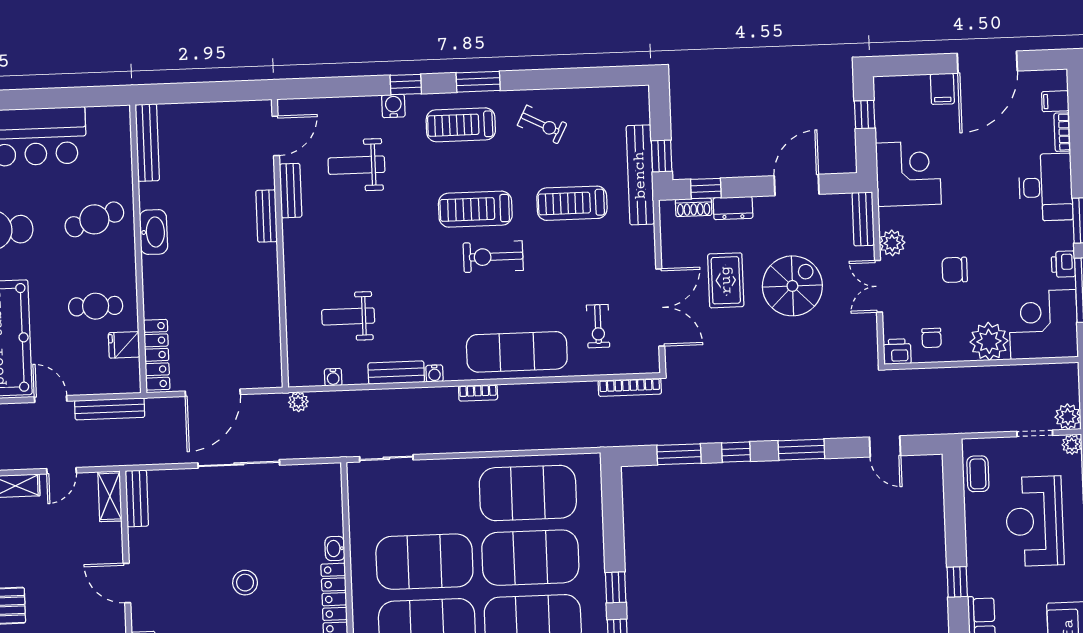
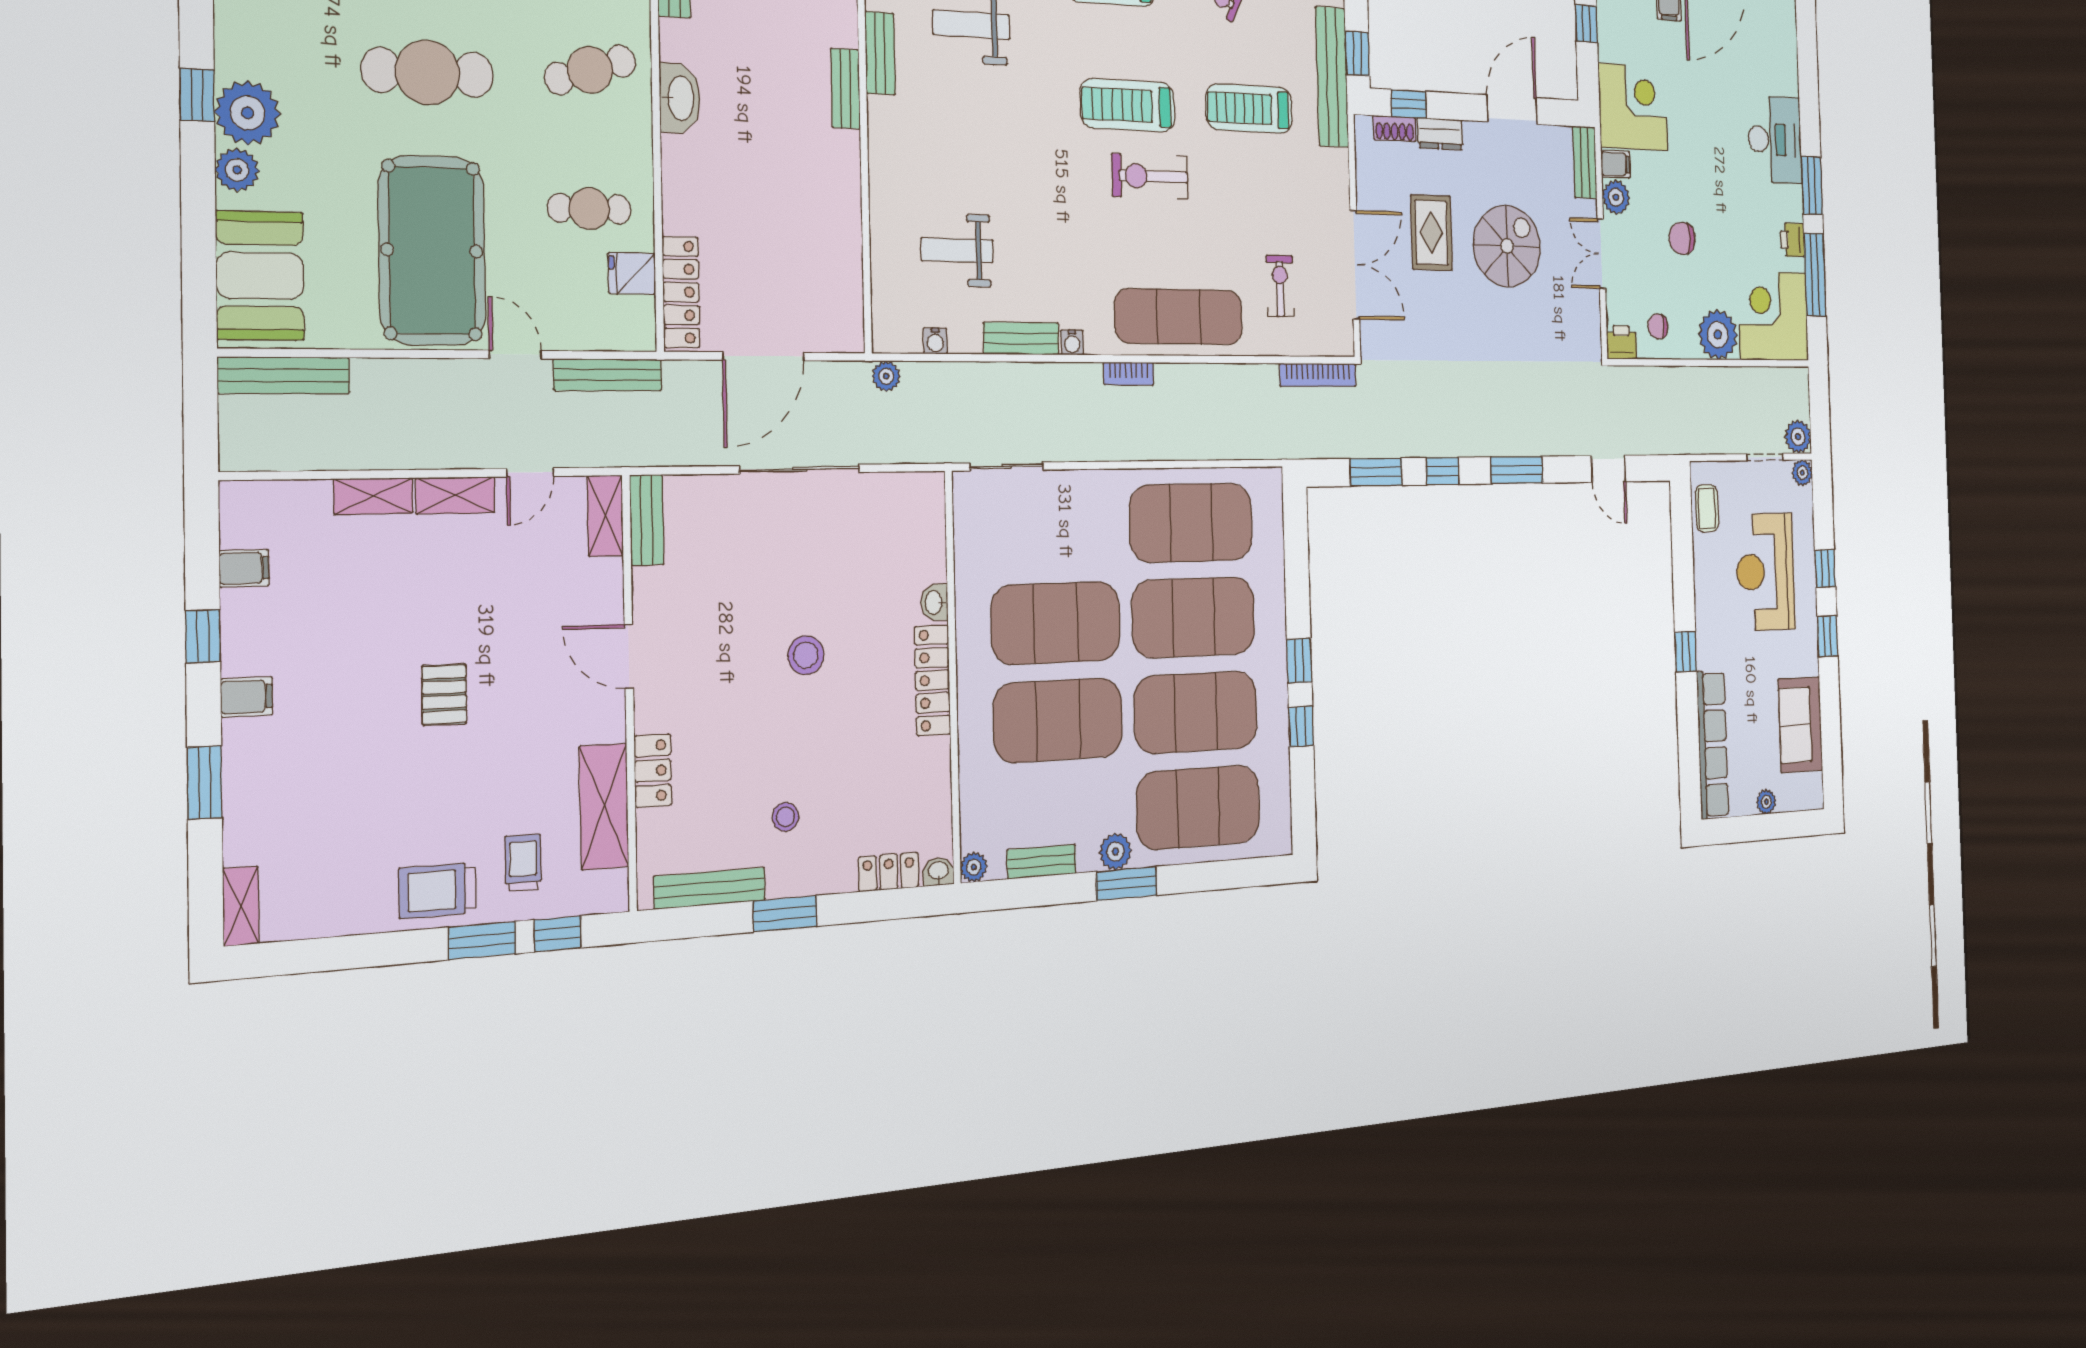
filing cabinet: (1055, 101) -> (1615, 164), moved, turned 180
bookcase: (1062, 132) -> (1791, 71), removed
exercise bike: (598, 326) -> (1280, 286), turned 180
chair: (932, 338) -> (1658, 326), turned 90

